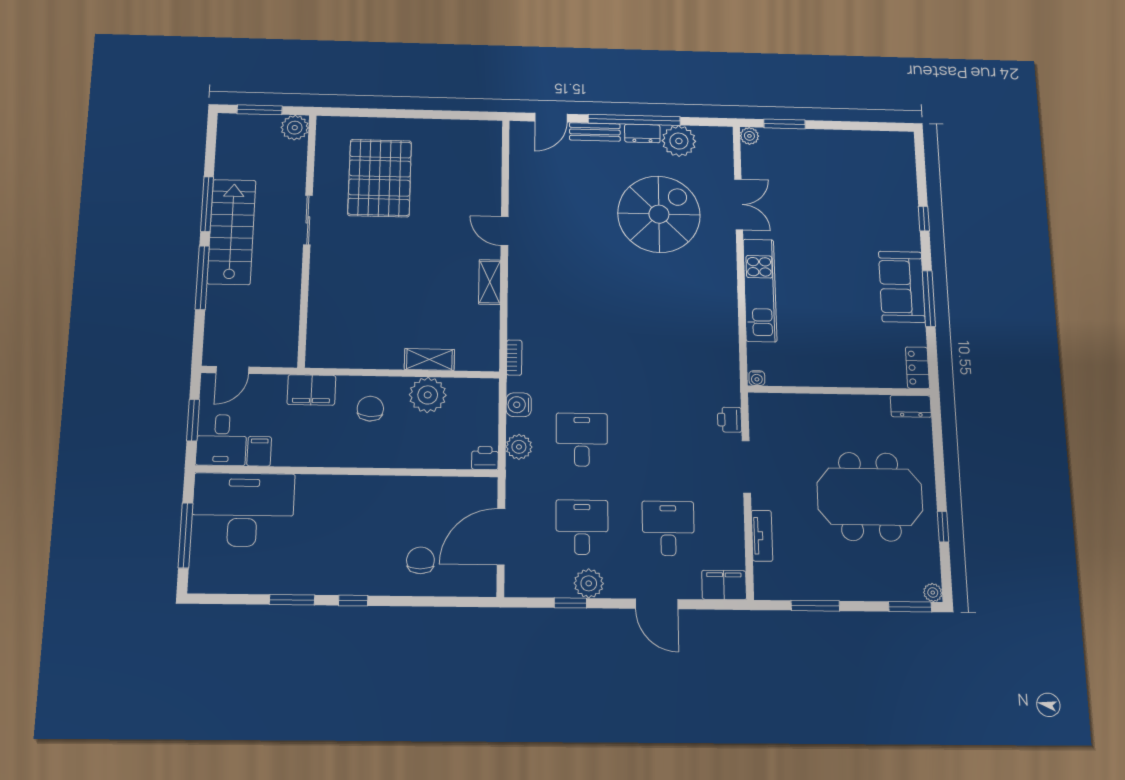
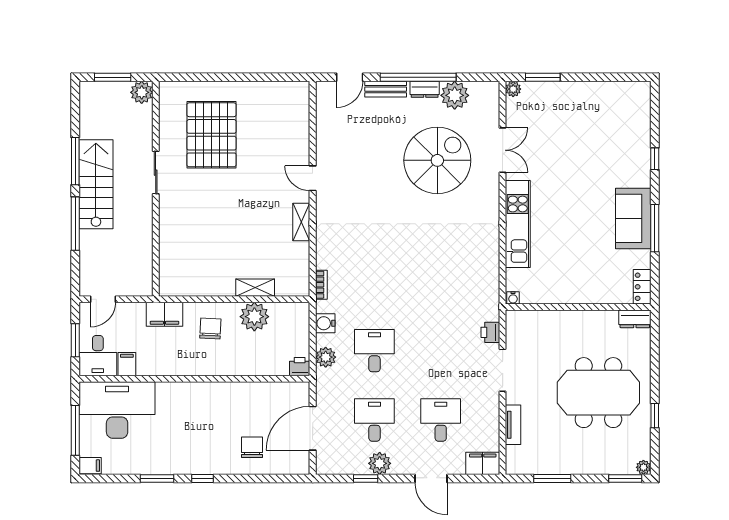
filing cabinet: (203, 582) -> (90, 466), added

